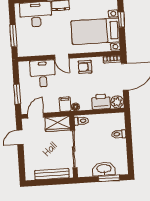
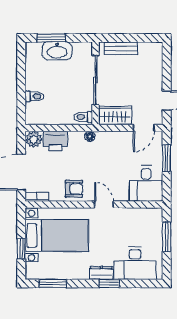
desk: (43, 74) -> (146, 184), moved
filing cabinet: (65, 104) -> (103, 141), removed
bench: (52, 174) -> (121, 48), width x0.73

